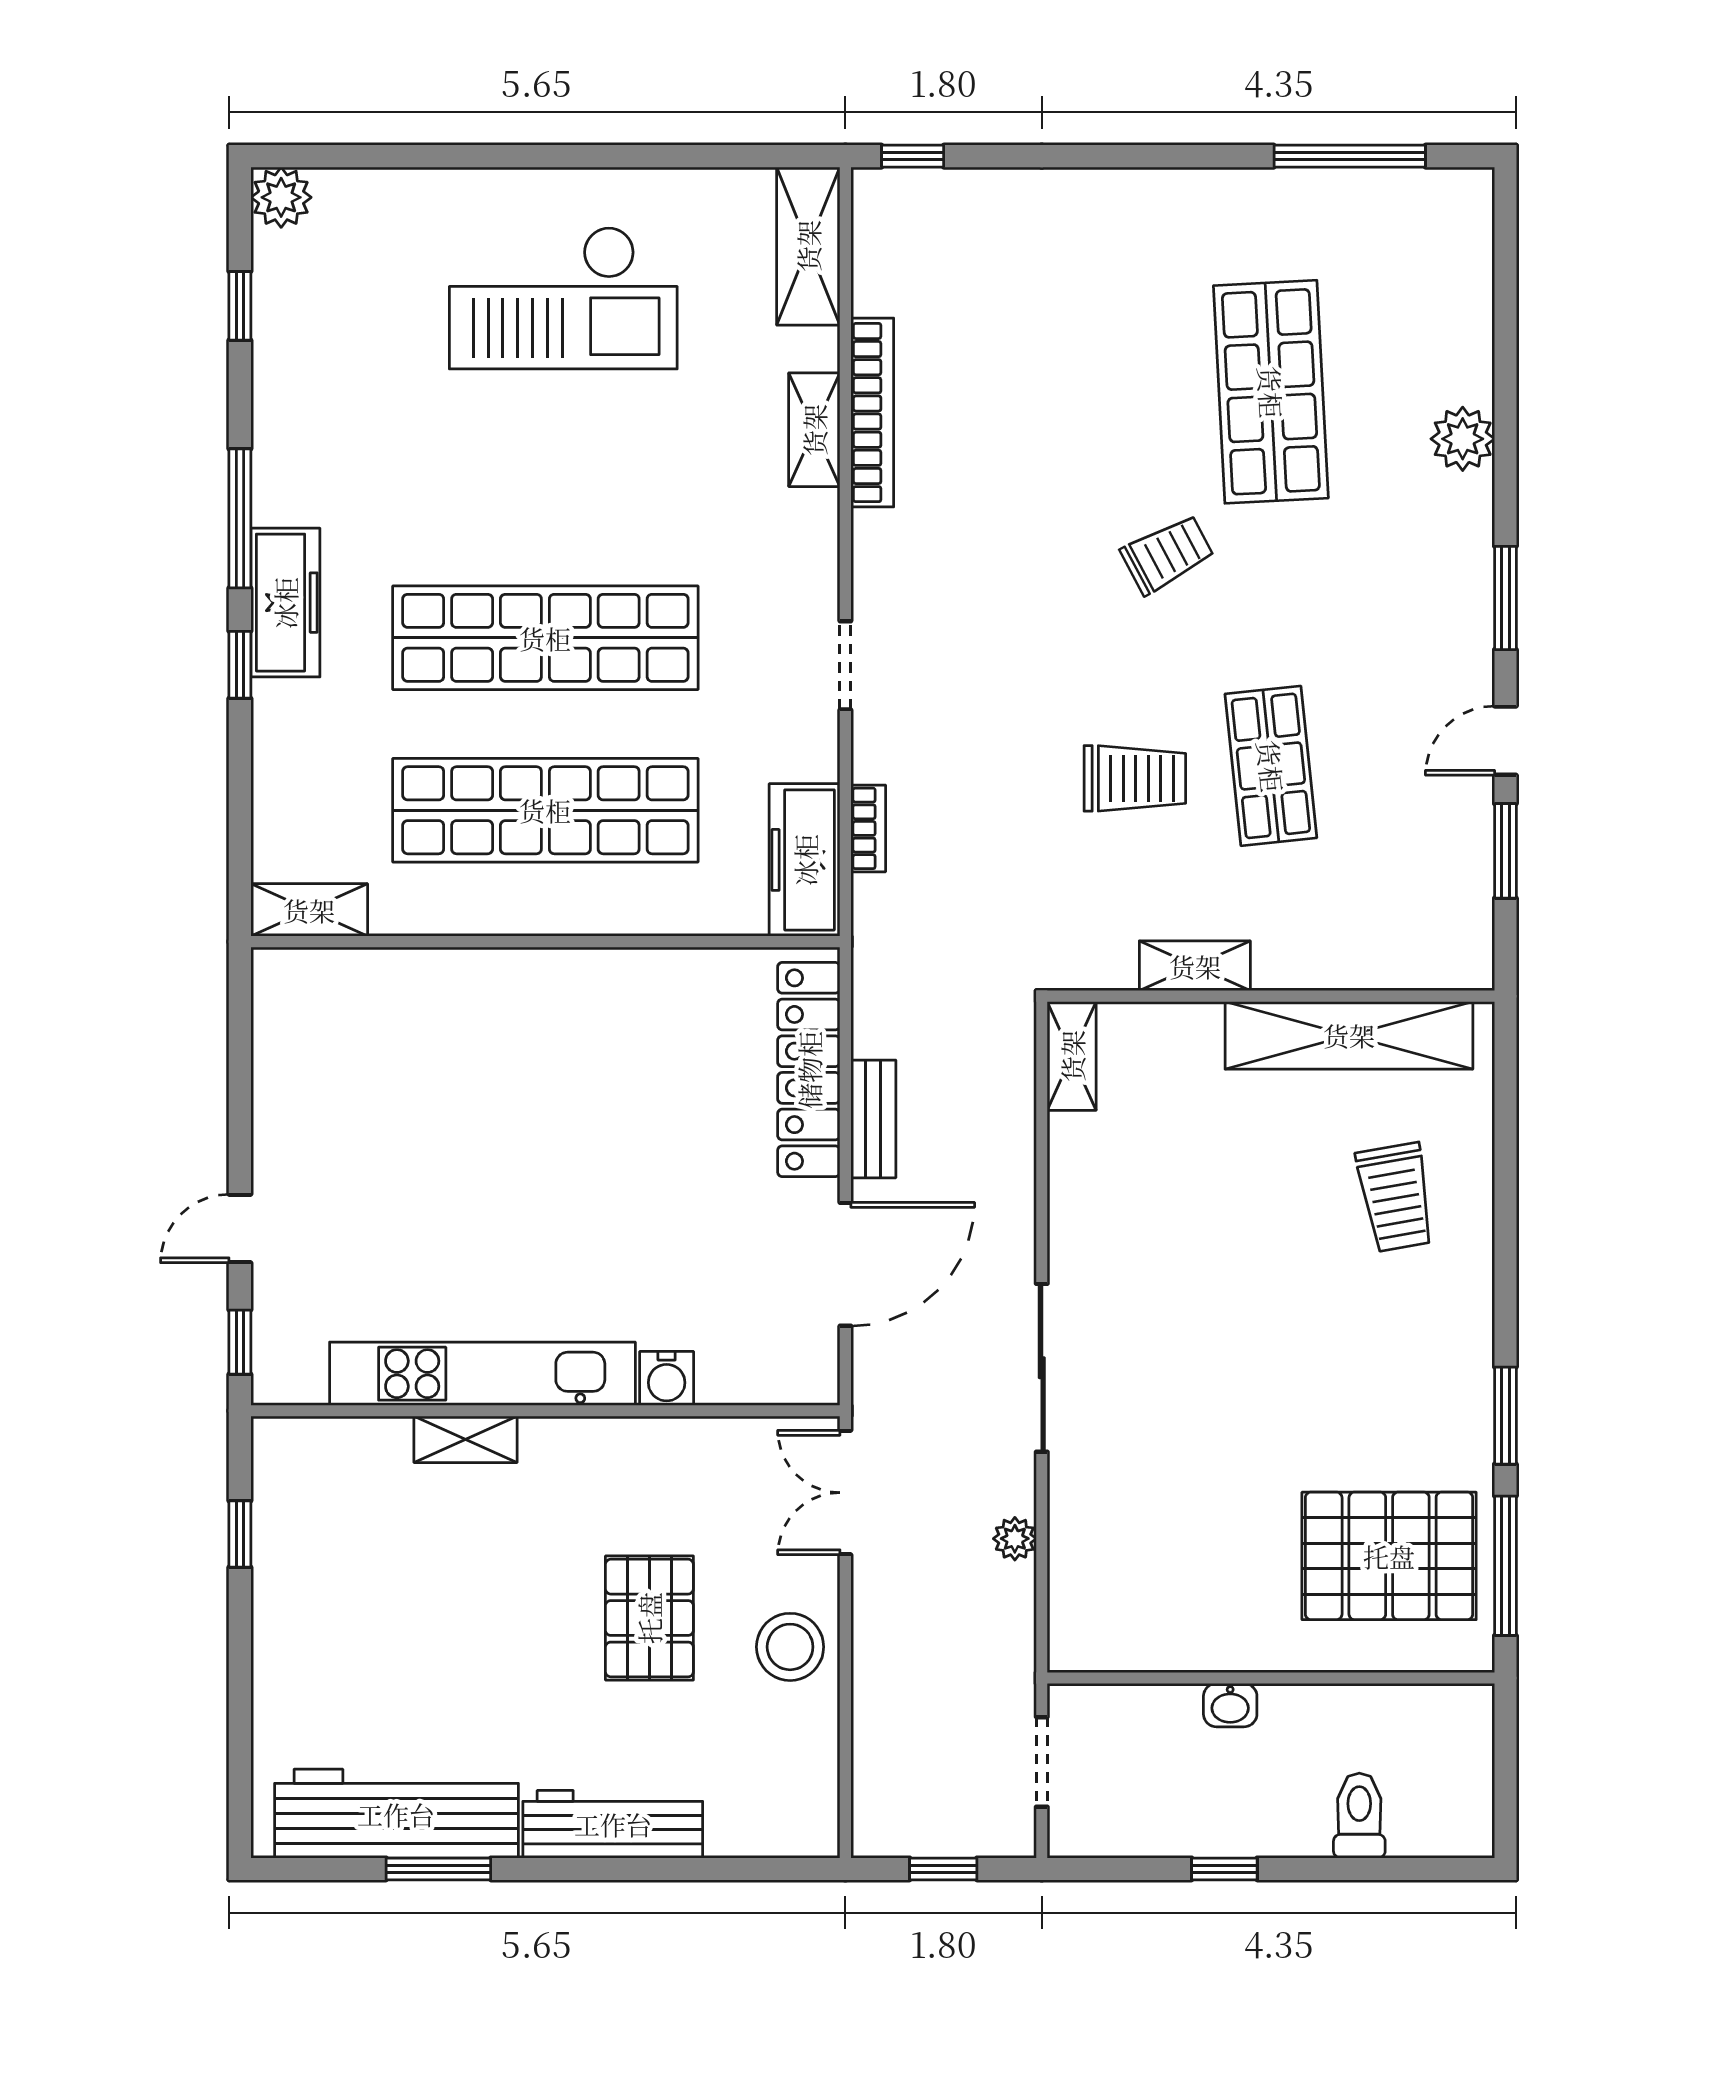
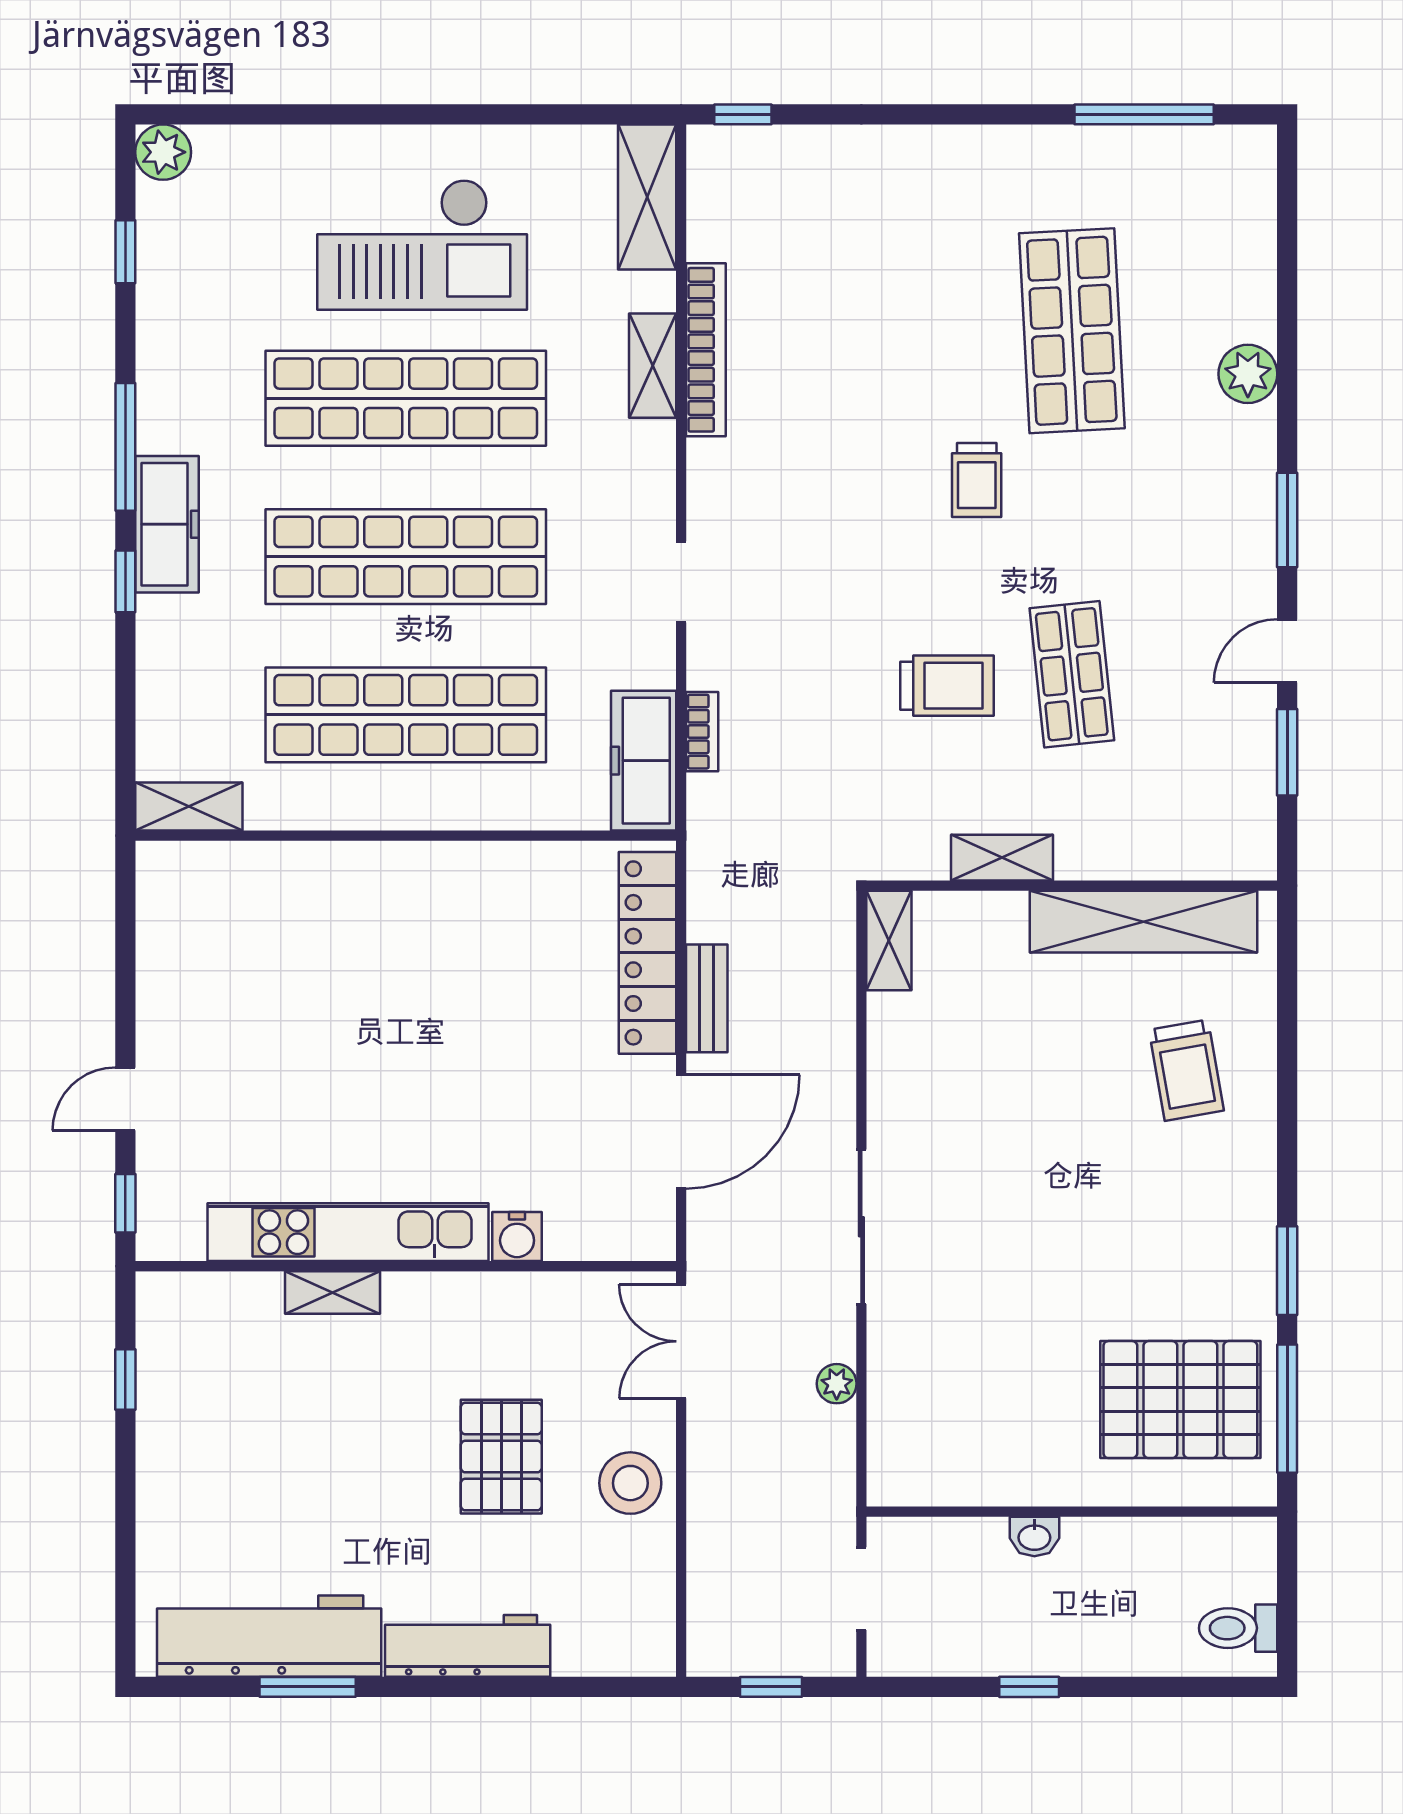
shop shelf: (545, 465) -> (406, 398), added
trolley: (1167, 554) -> (977, 480), turned 118
toilet: (1359, 1816) -> (1238, 1628), moved, turned -90

